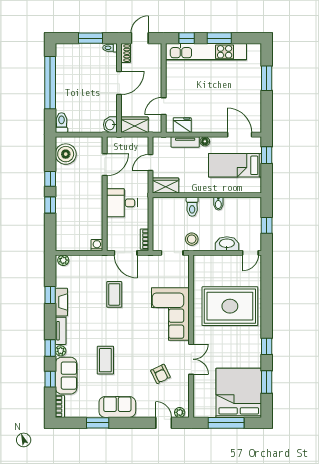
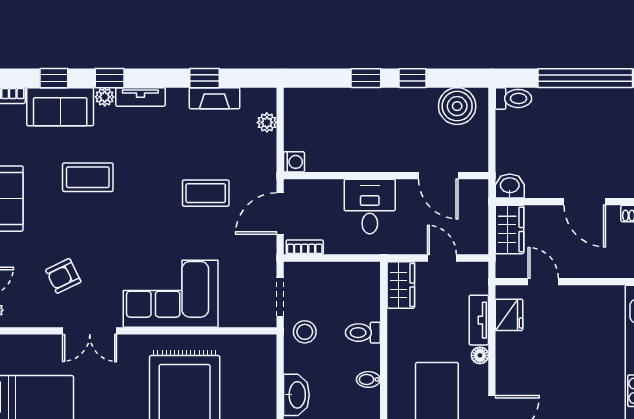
plant: (63, 260) -> (267, 122), moved
fireplace: (61, 302) -> (214, 98), moved

